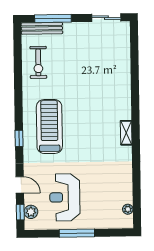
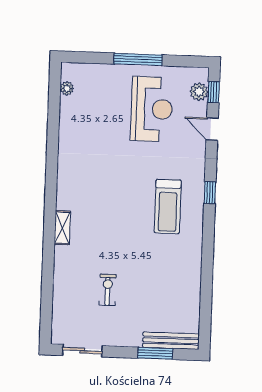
window: (53, 18) -> (155, 353), width x0.69
exercise bike: (38, 62) -> (108, 290), moved, width x0.73, depth x0.72
treadmill: (49, 127) -> (168, 206), width x0.73, depth x0.73
shelving: (126, 133) -> (62, 228), moved

